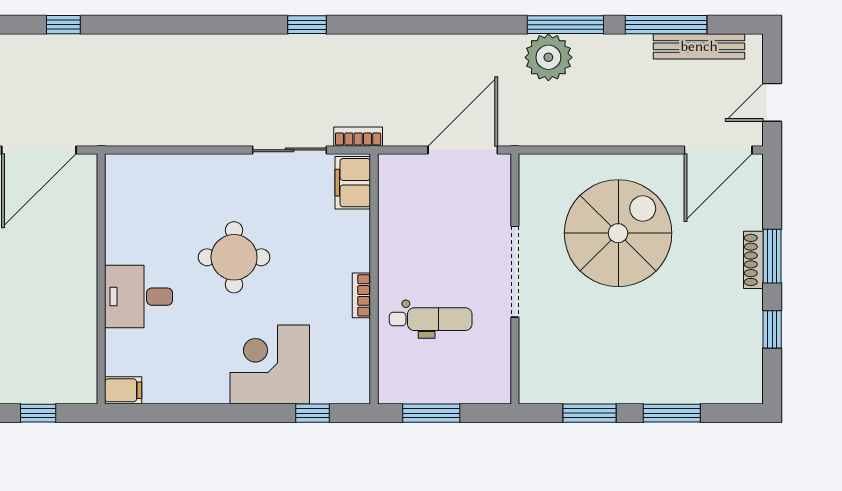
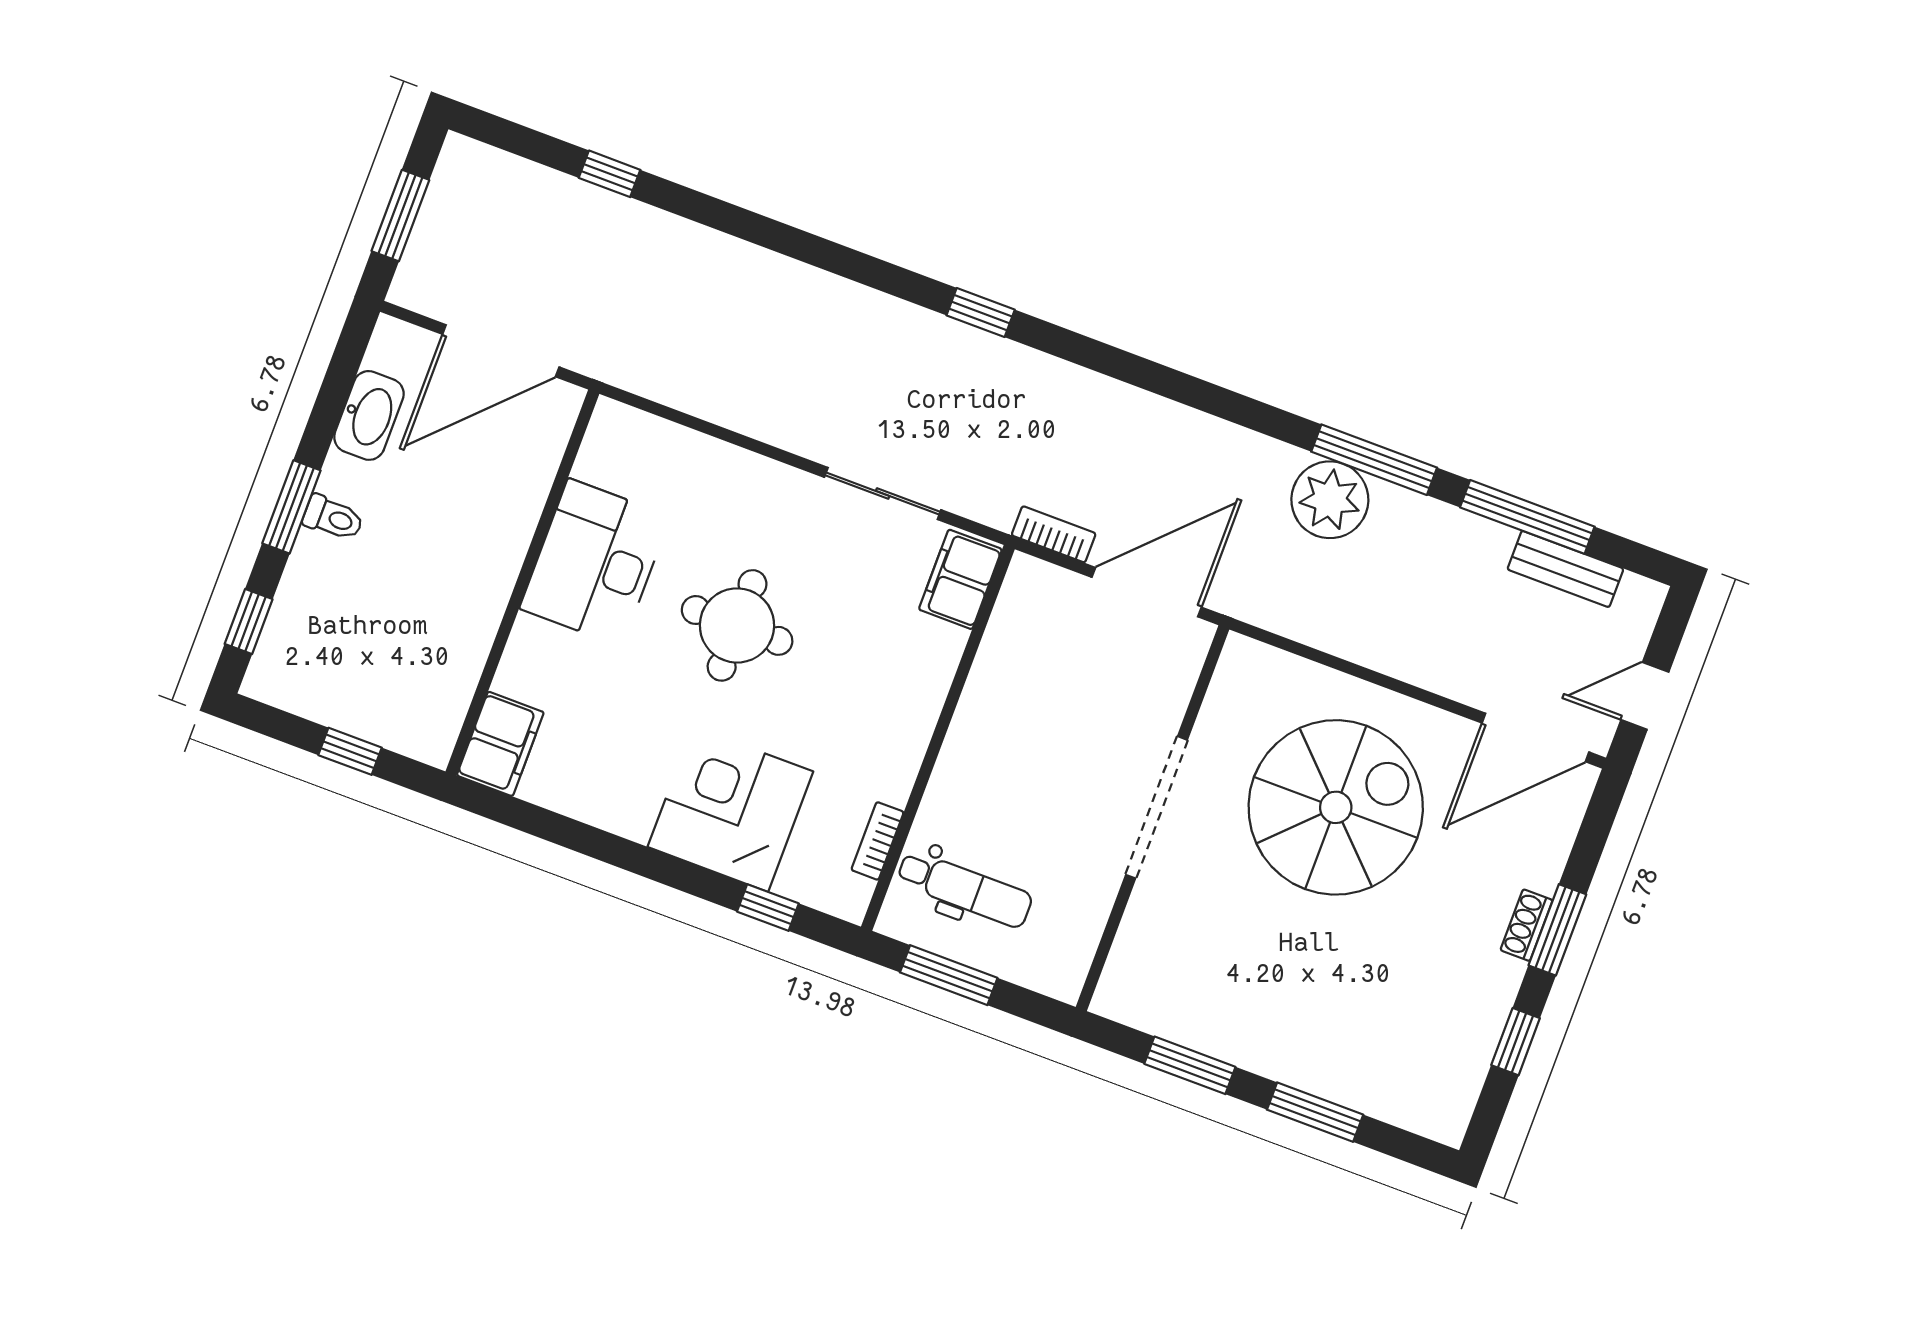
bench: (699, 46) -> (1565, 569), width x0.73
bookcase: (358, 137) -> (1054, 534), moved
shoe rack: (753, 260) -> (1527, 925), width x0.70
bookcase: (361, 295) -> (878, 841), moved
desk: (139, 297) -> (595, 562), moved, width x1.37
dental chair: (431, 319) -> (965, 889), moved
filing cabinet: (123, 390) -> (500, 744), width x2.00

